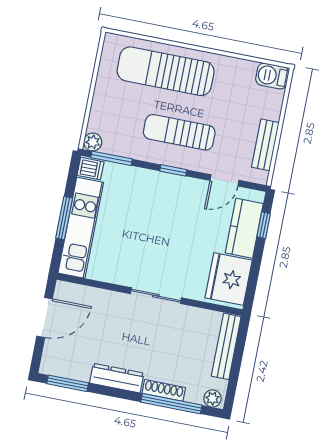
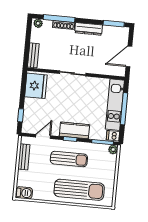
window: (64, 218) -> (124, 109), width x1.44
kitchen counter: (244, 228) -> (74, 130), moved, turned -90
bench: (226, 346) -> (33, 55), width x0.73

